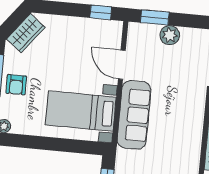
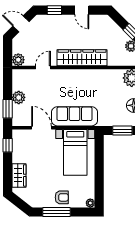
wardrobe: (26, 33) -> (19, 175), moved, turned 52
door: (122, 65) -> (42, 128), swing flipped

